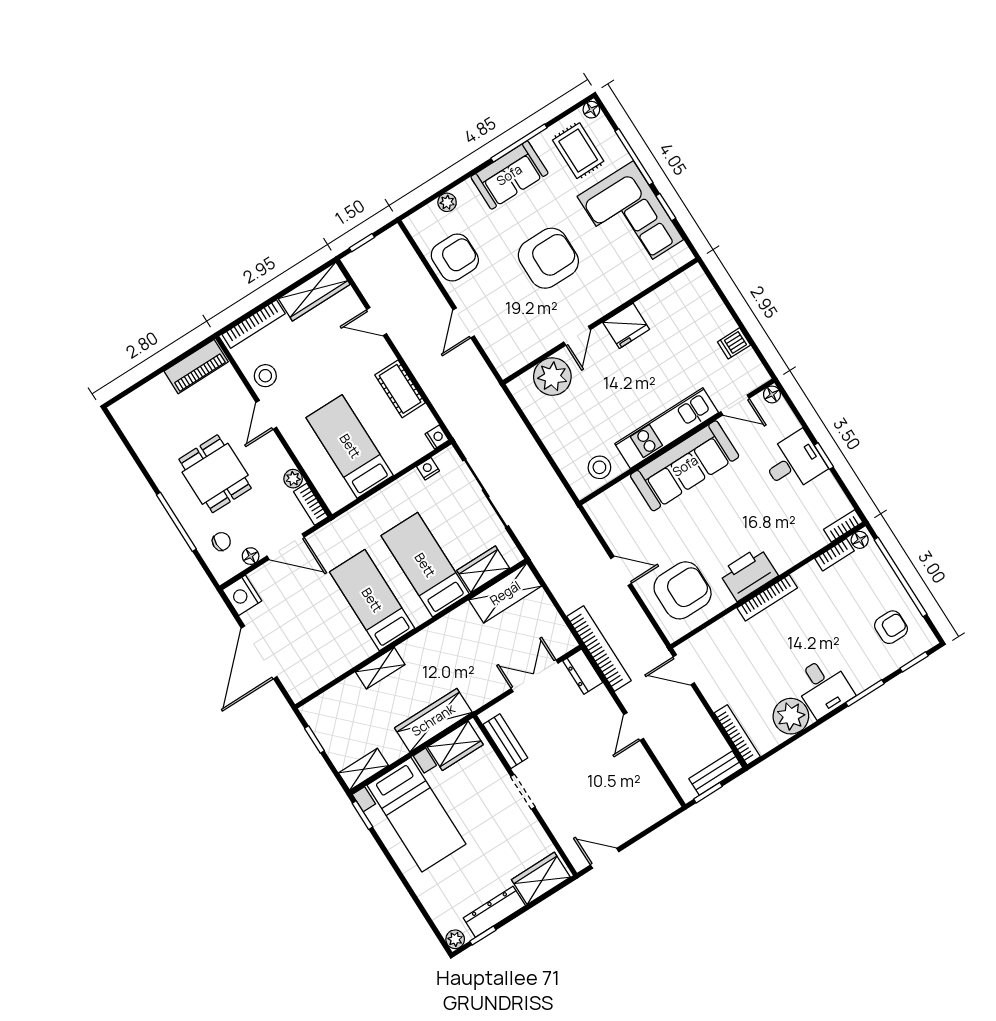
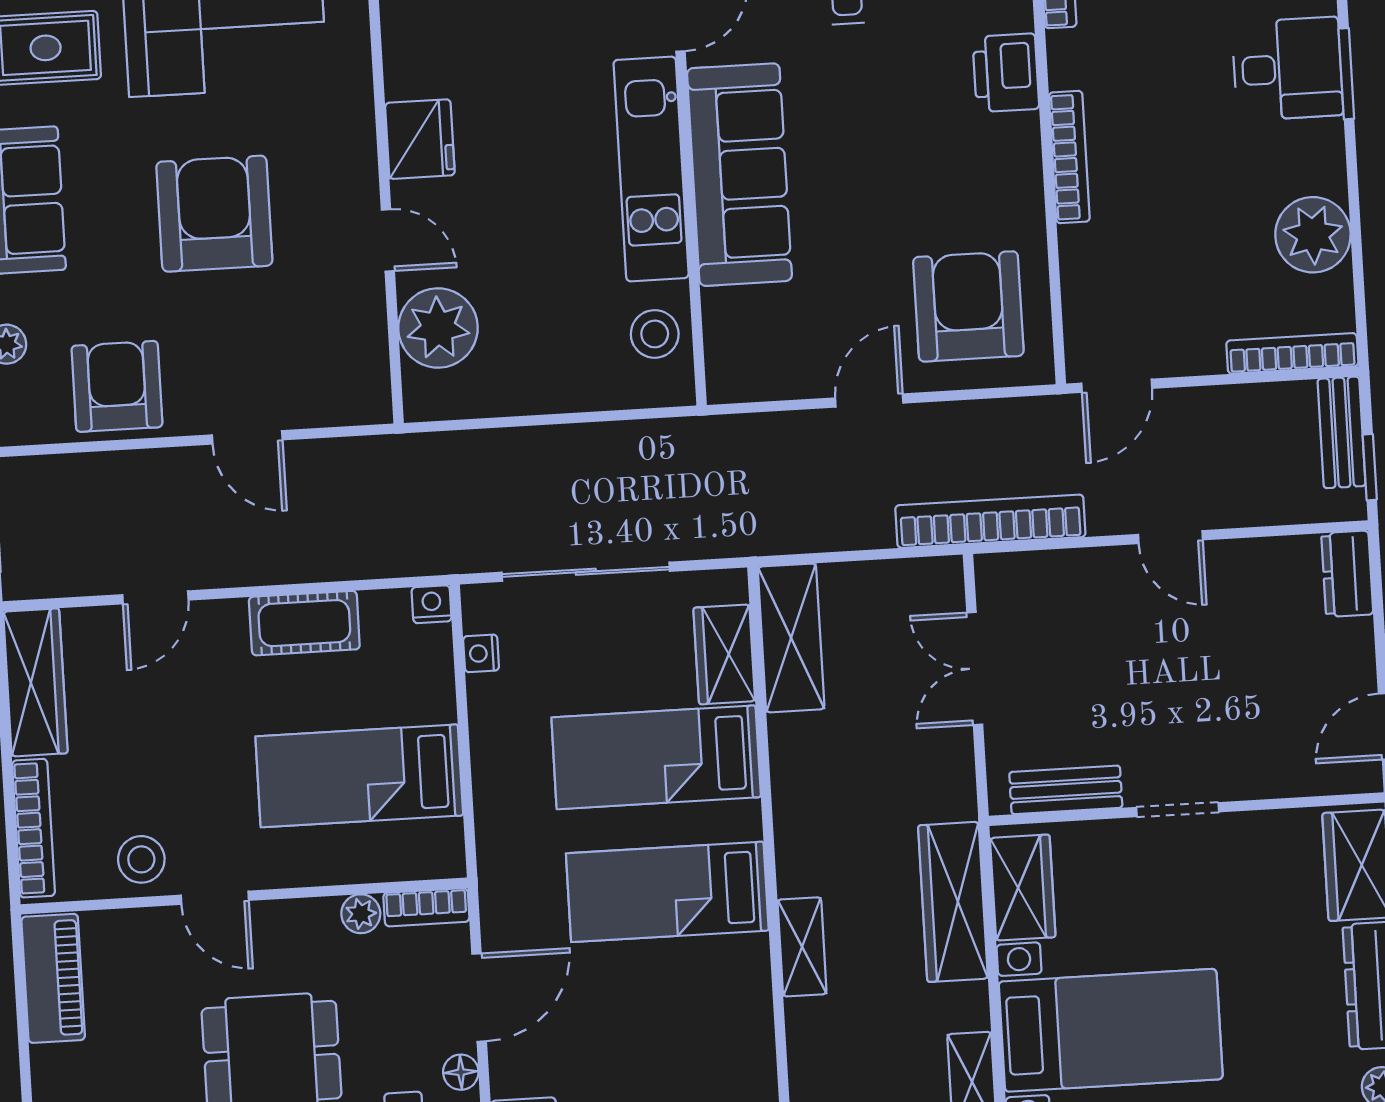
printer: (748, 574) -> (1006, 73), moved, width x0.73, depth x0.84
dresser: (583, 672) -> (1347, 574), moved, turned 90
desk: (823, 687) -> (1288, 69), moved

